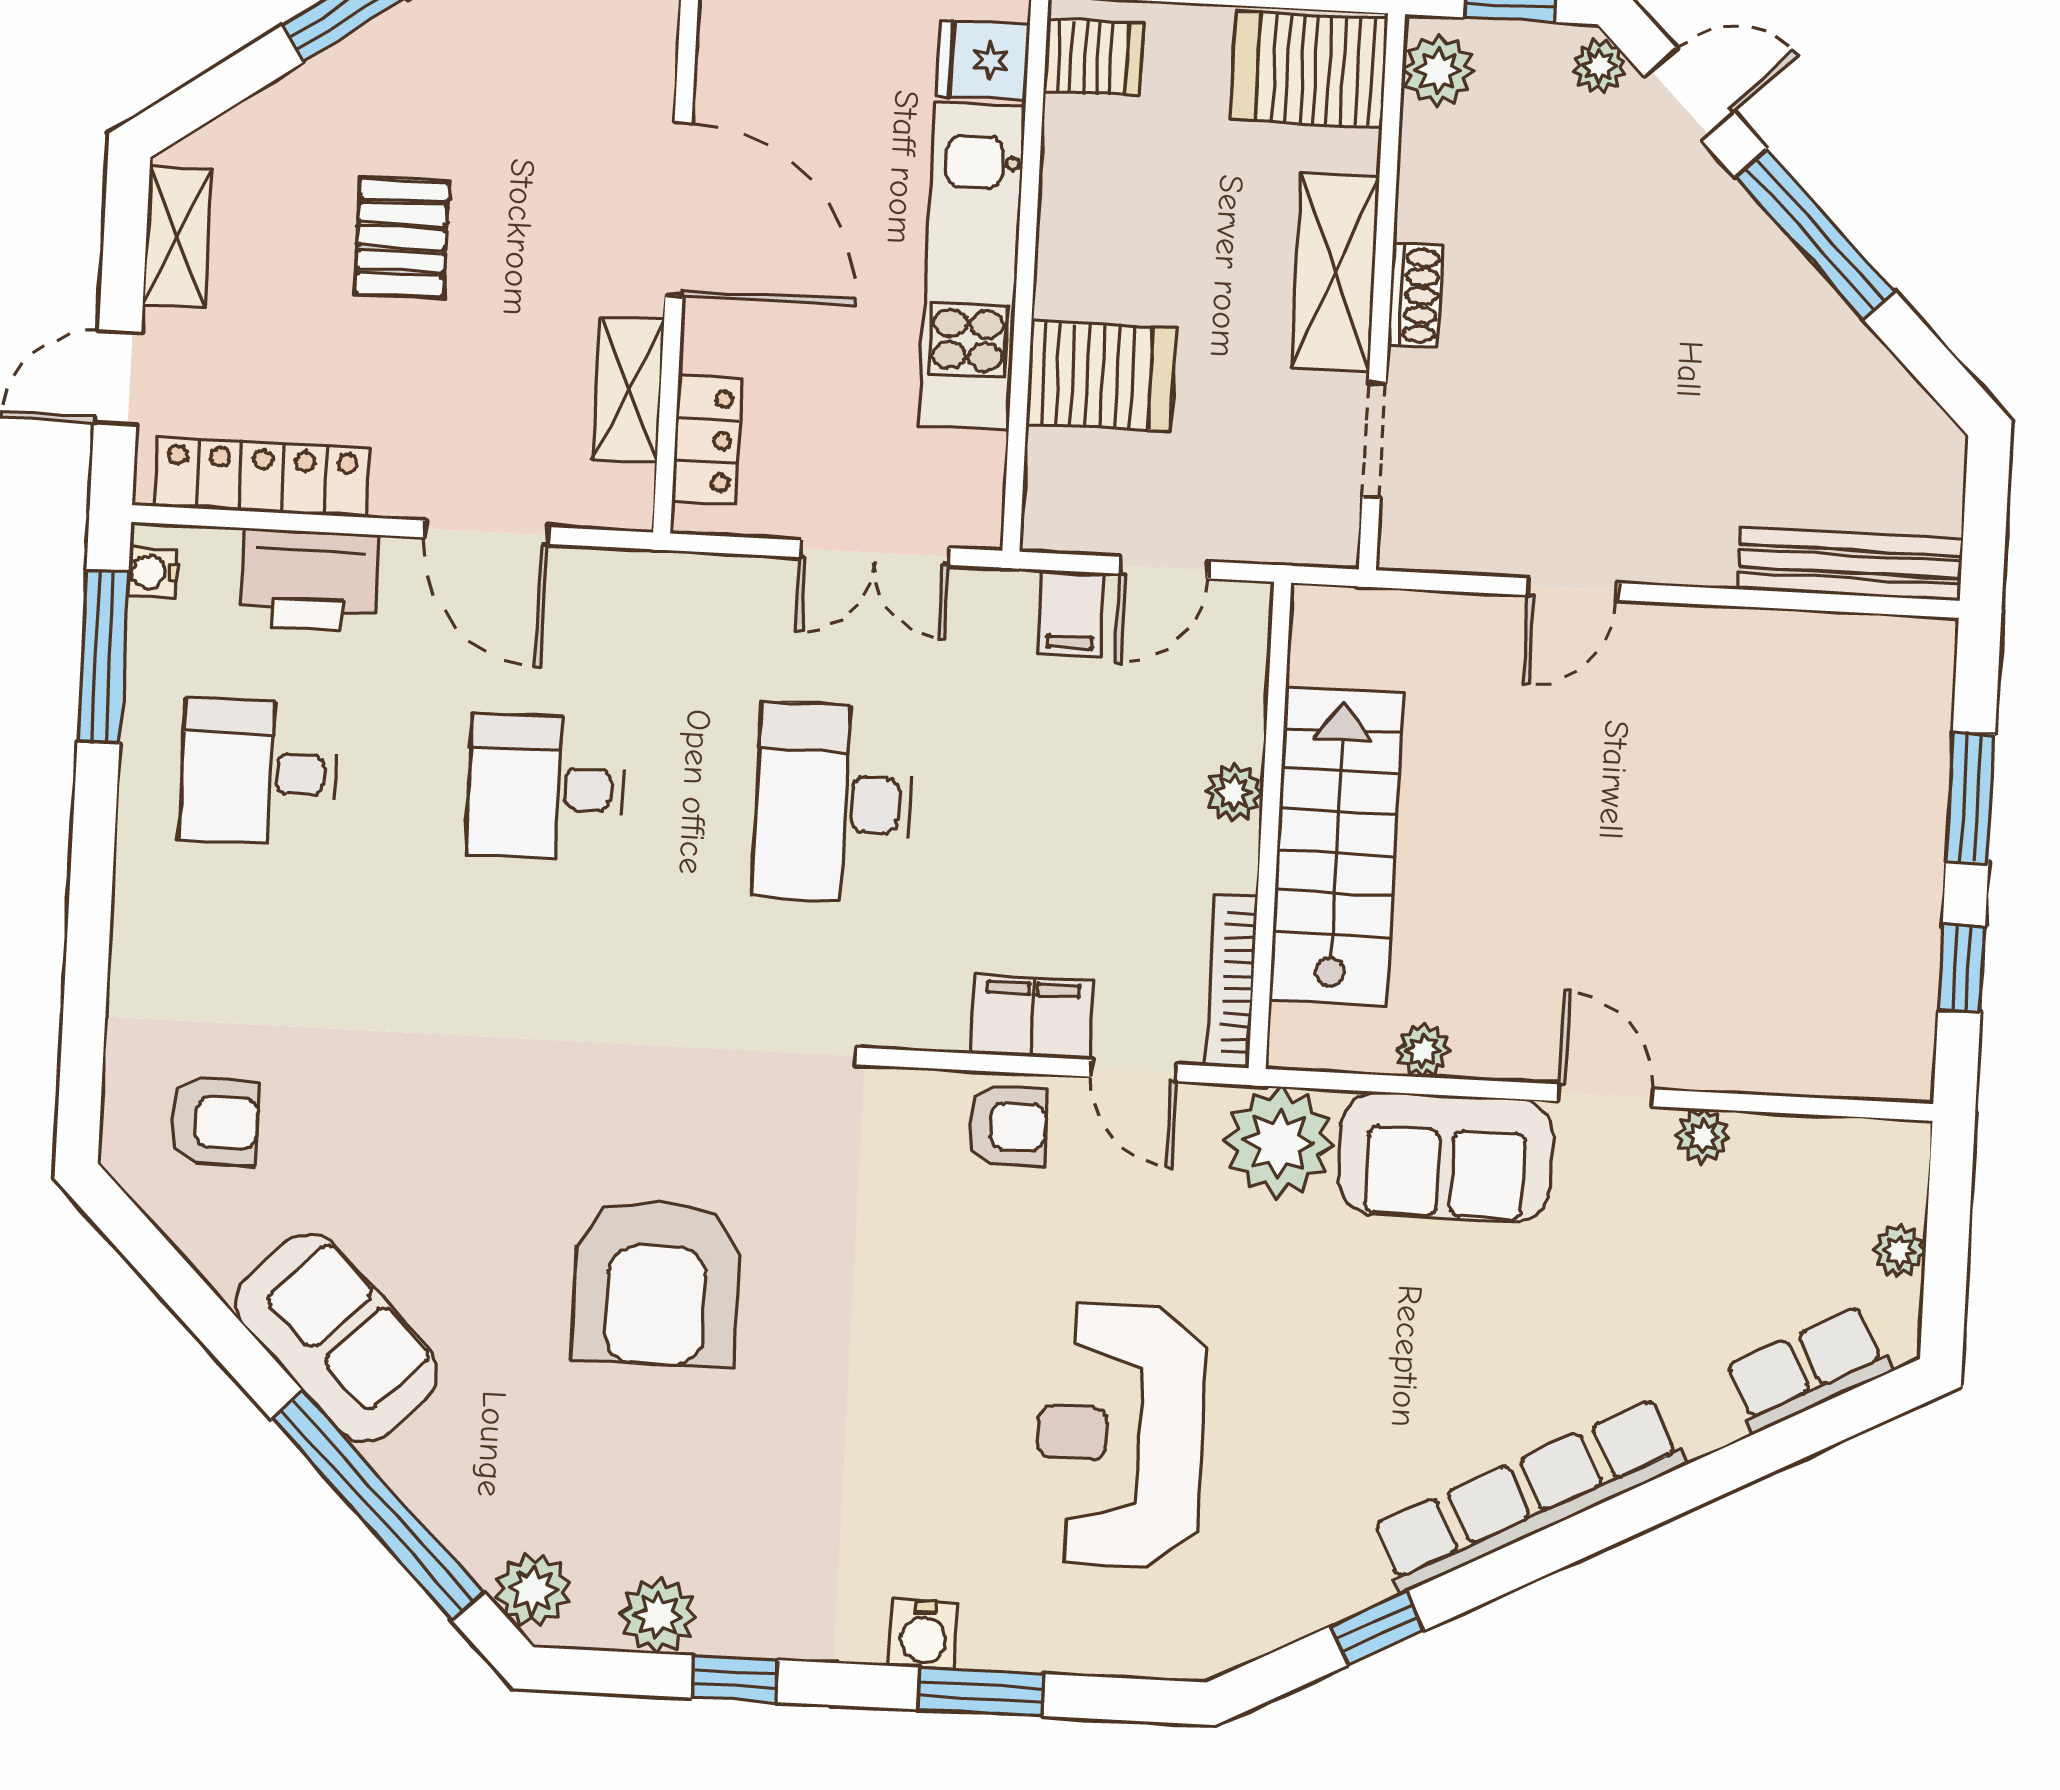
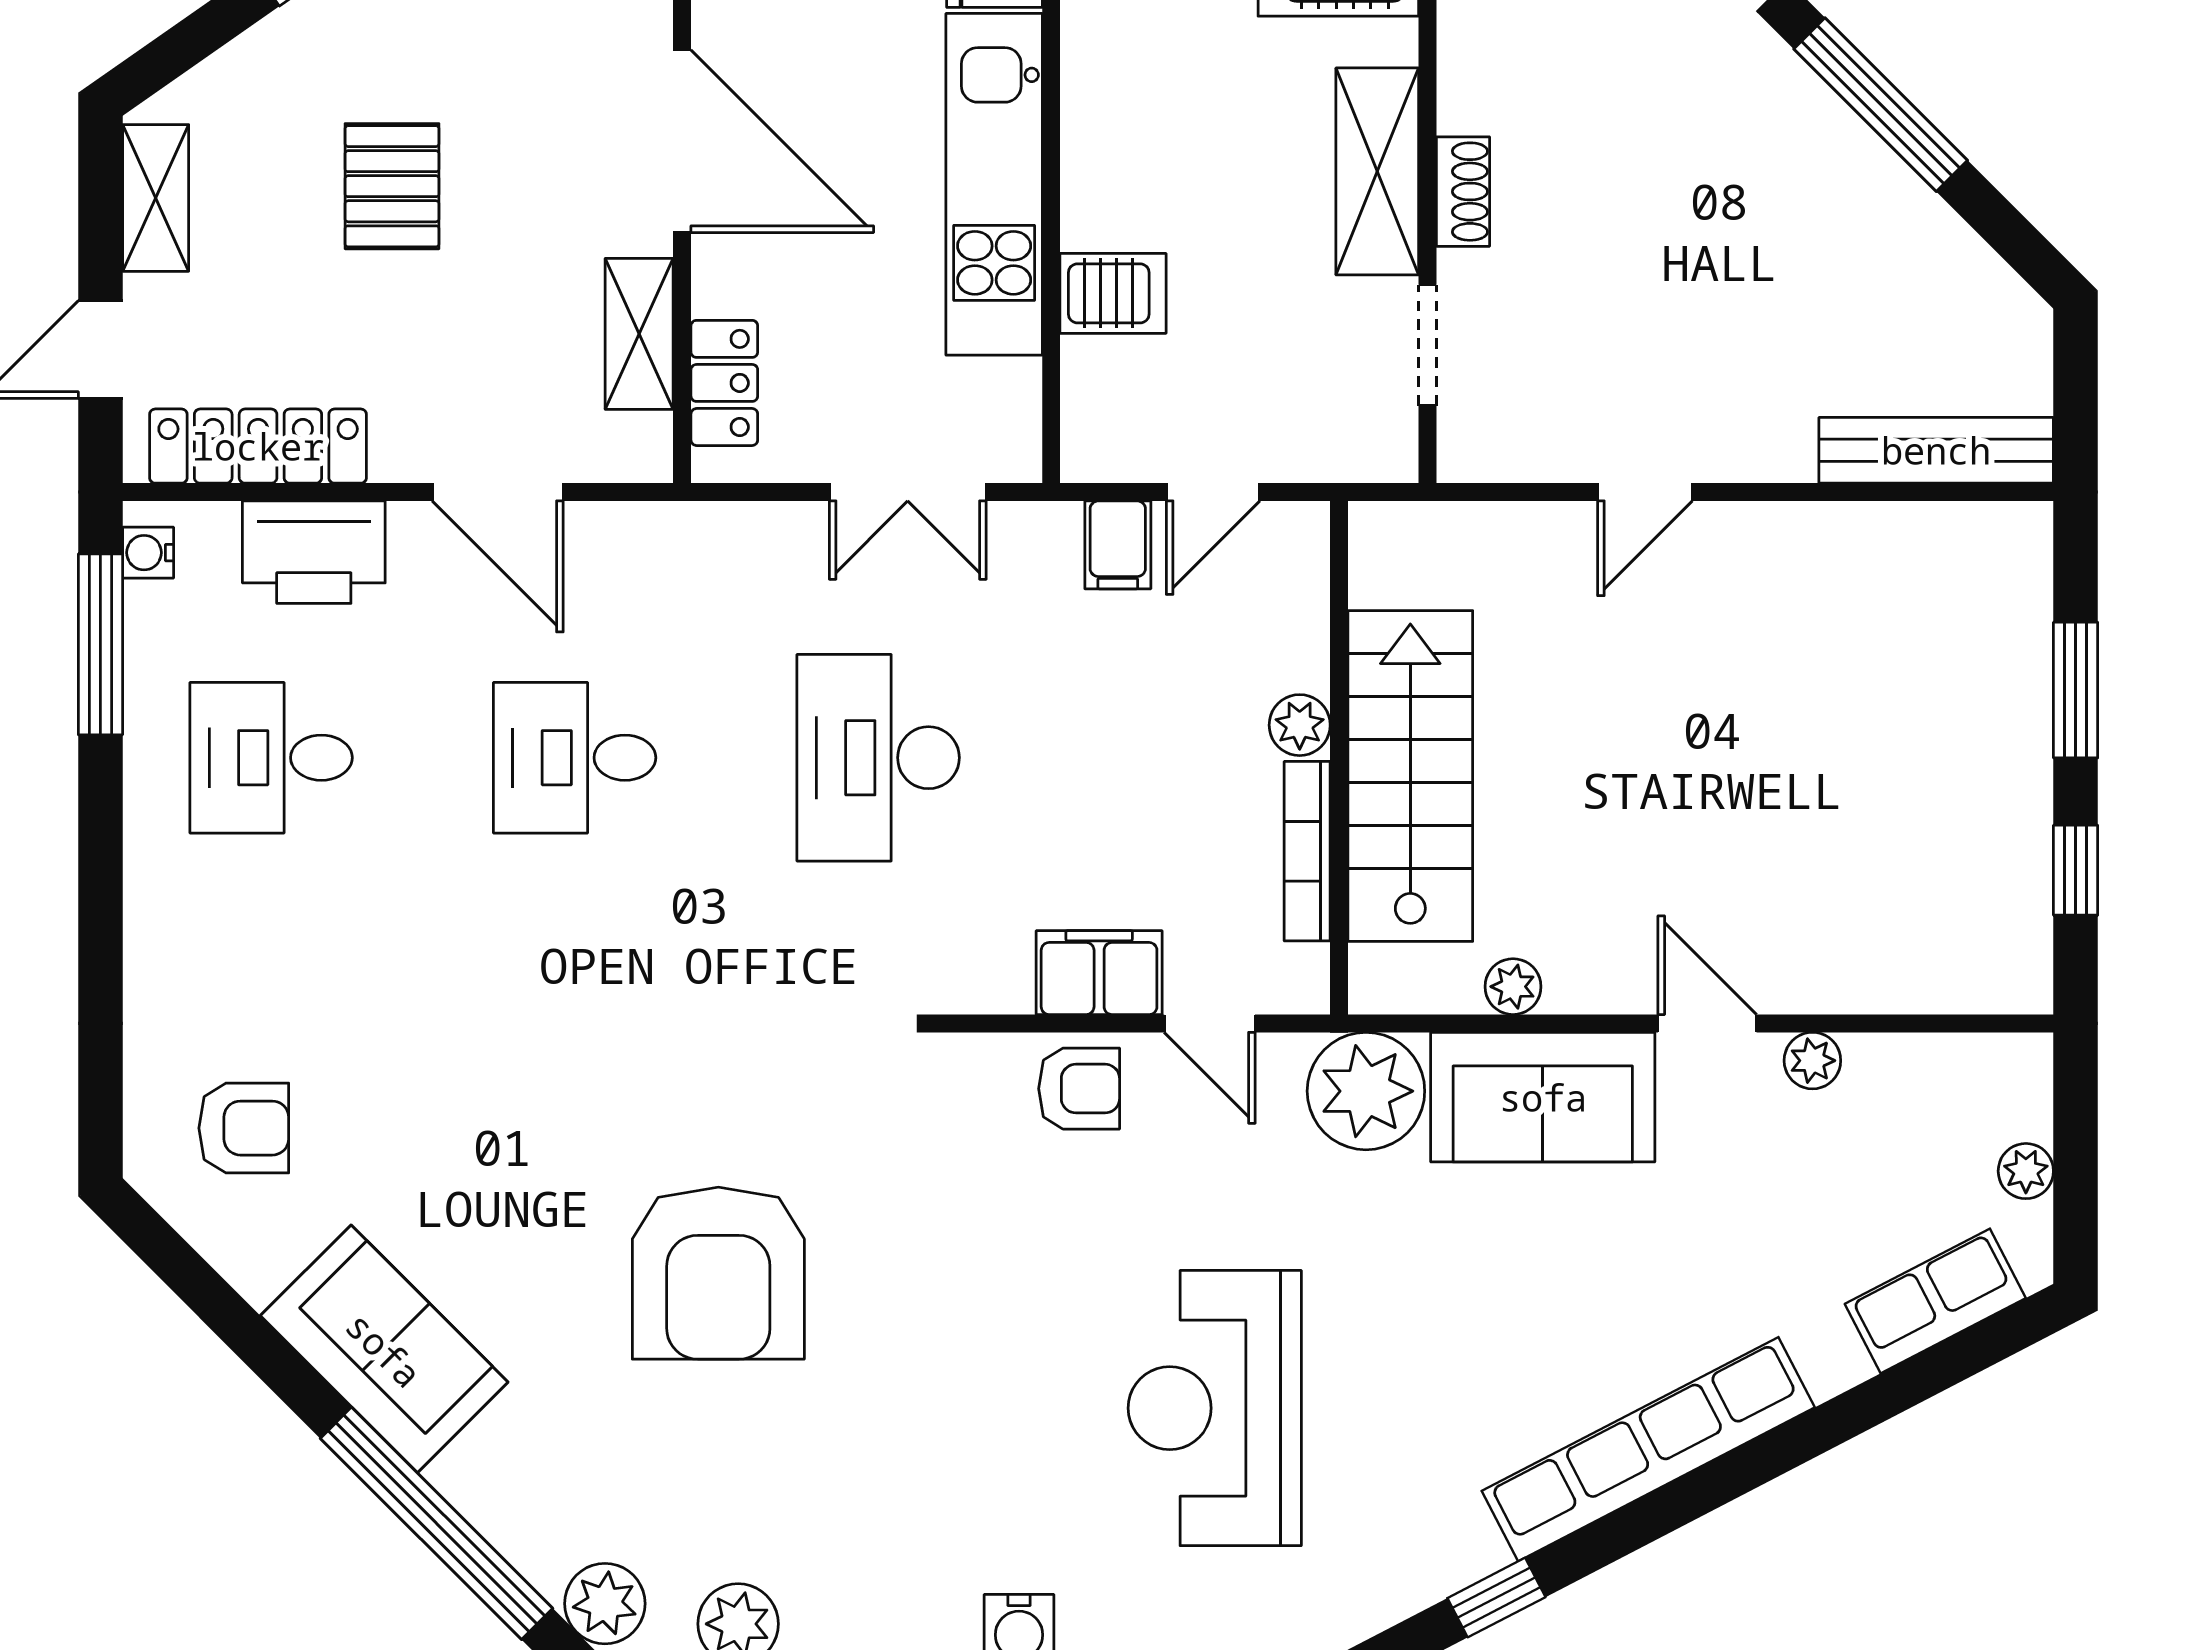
server rack: (1101, 376) -> (1113, 293), width x0.73, depth x0.70
bookcase: (1231, 982) -> (1307, 851), moved

